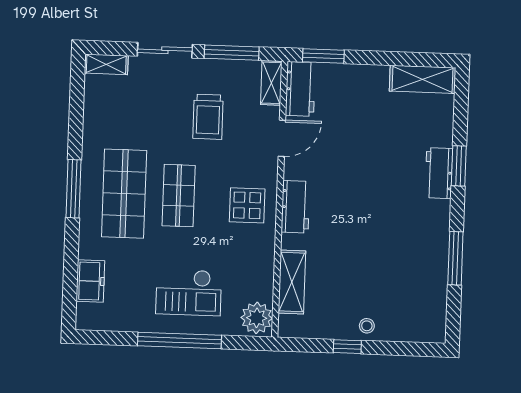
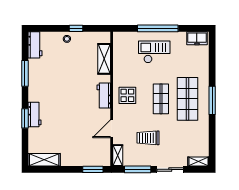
workbench: (300, 89) -> (35, 45), moved, turned 180
trolley: (208, 117) -> (148, 138), turned -90
freezer: (90, 281) -> (197, 38), moved, turned -90
plant: (257, 318) -> (121, 41), removed

